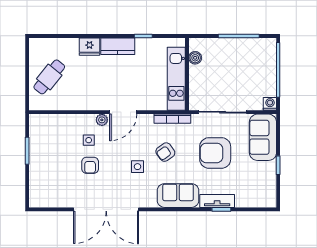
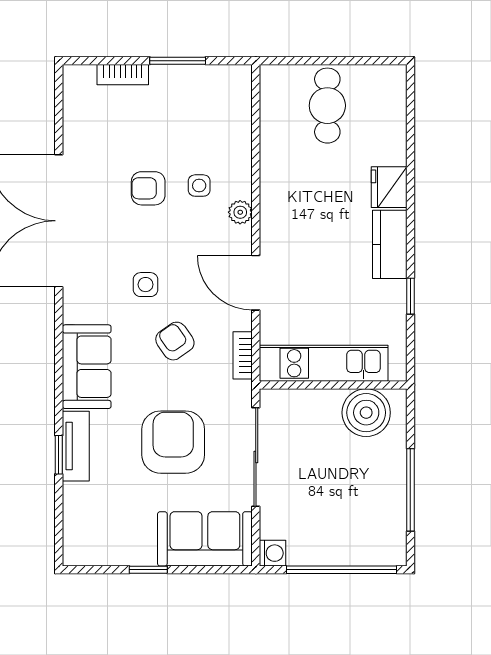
boiler: (195, 58) -> (366, 413), width x1.86, depth x1.86
cafe table: (49, 77) -> (327, 106), turned 51
door: (123, 112) -> (256, 283), moved
bookcase: (172, 119) -> (243, 355), width x0.64
bookcase: (34, 178) -> (123, 75), added

